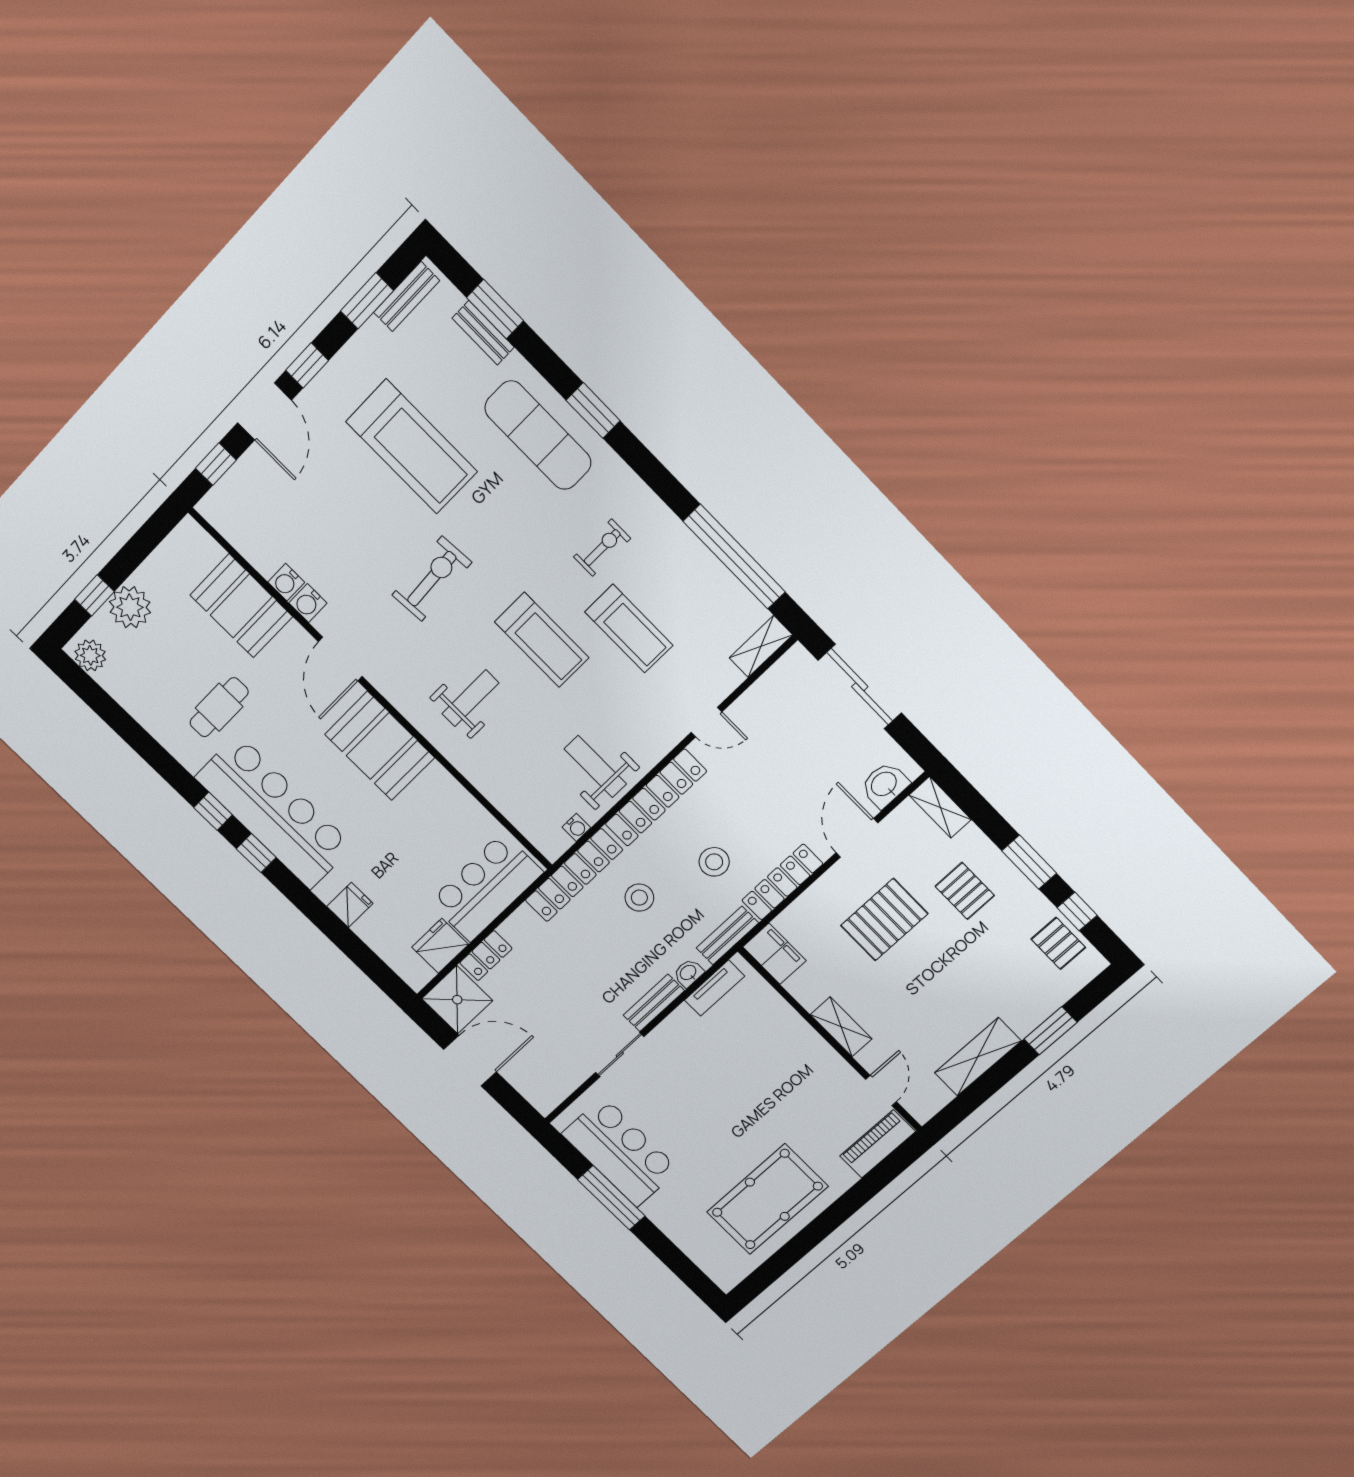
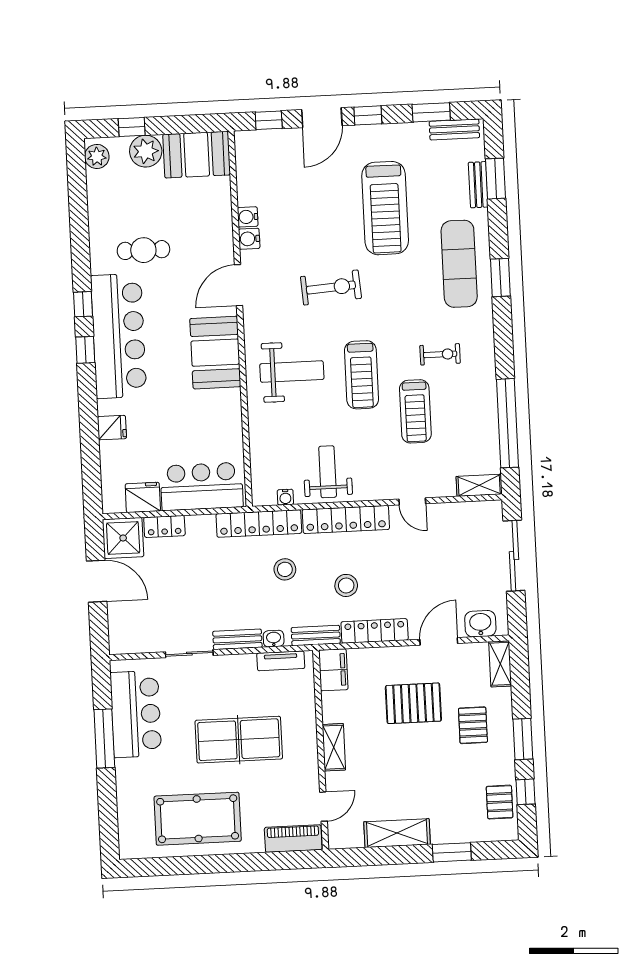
booth: (241, 606) -> (197, 155), moved, turned 90
weight bench: (470, 698) -> (292, 372), width x1.36, depth x1.33
table tennis table: (741, 1095) -> (239, 740), added

